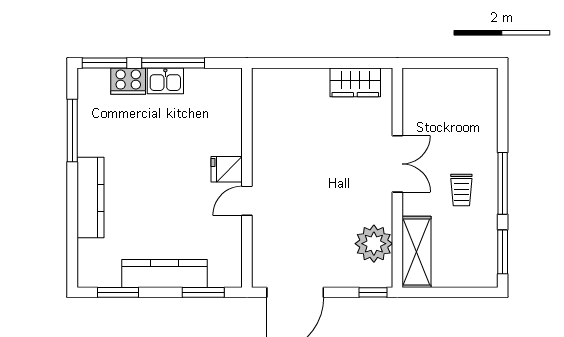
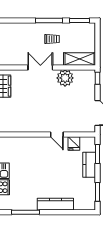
fridge: (227, 169) -> (74, 143), moved
plant: (374, 244) -> (65, 78), moved
kitchen counter: (164, 273) -> (89, 165), width x0.67

